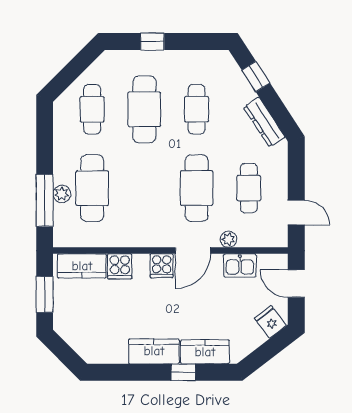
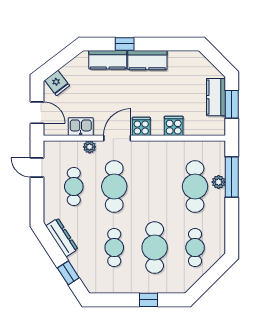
kitchen counter: (82, 266) -> (216, 97), moved, turned -90

